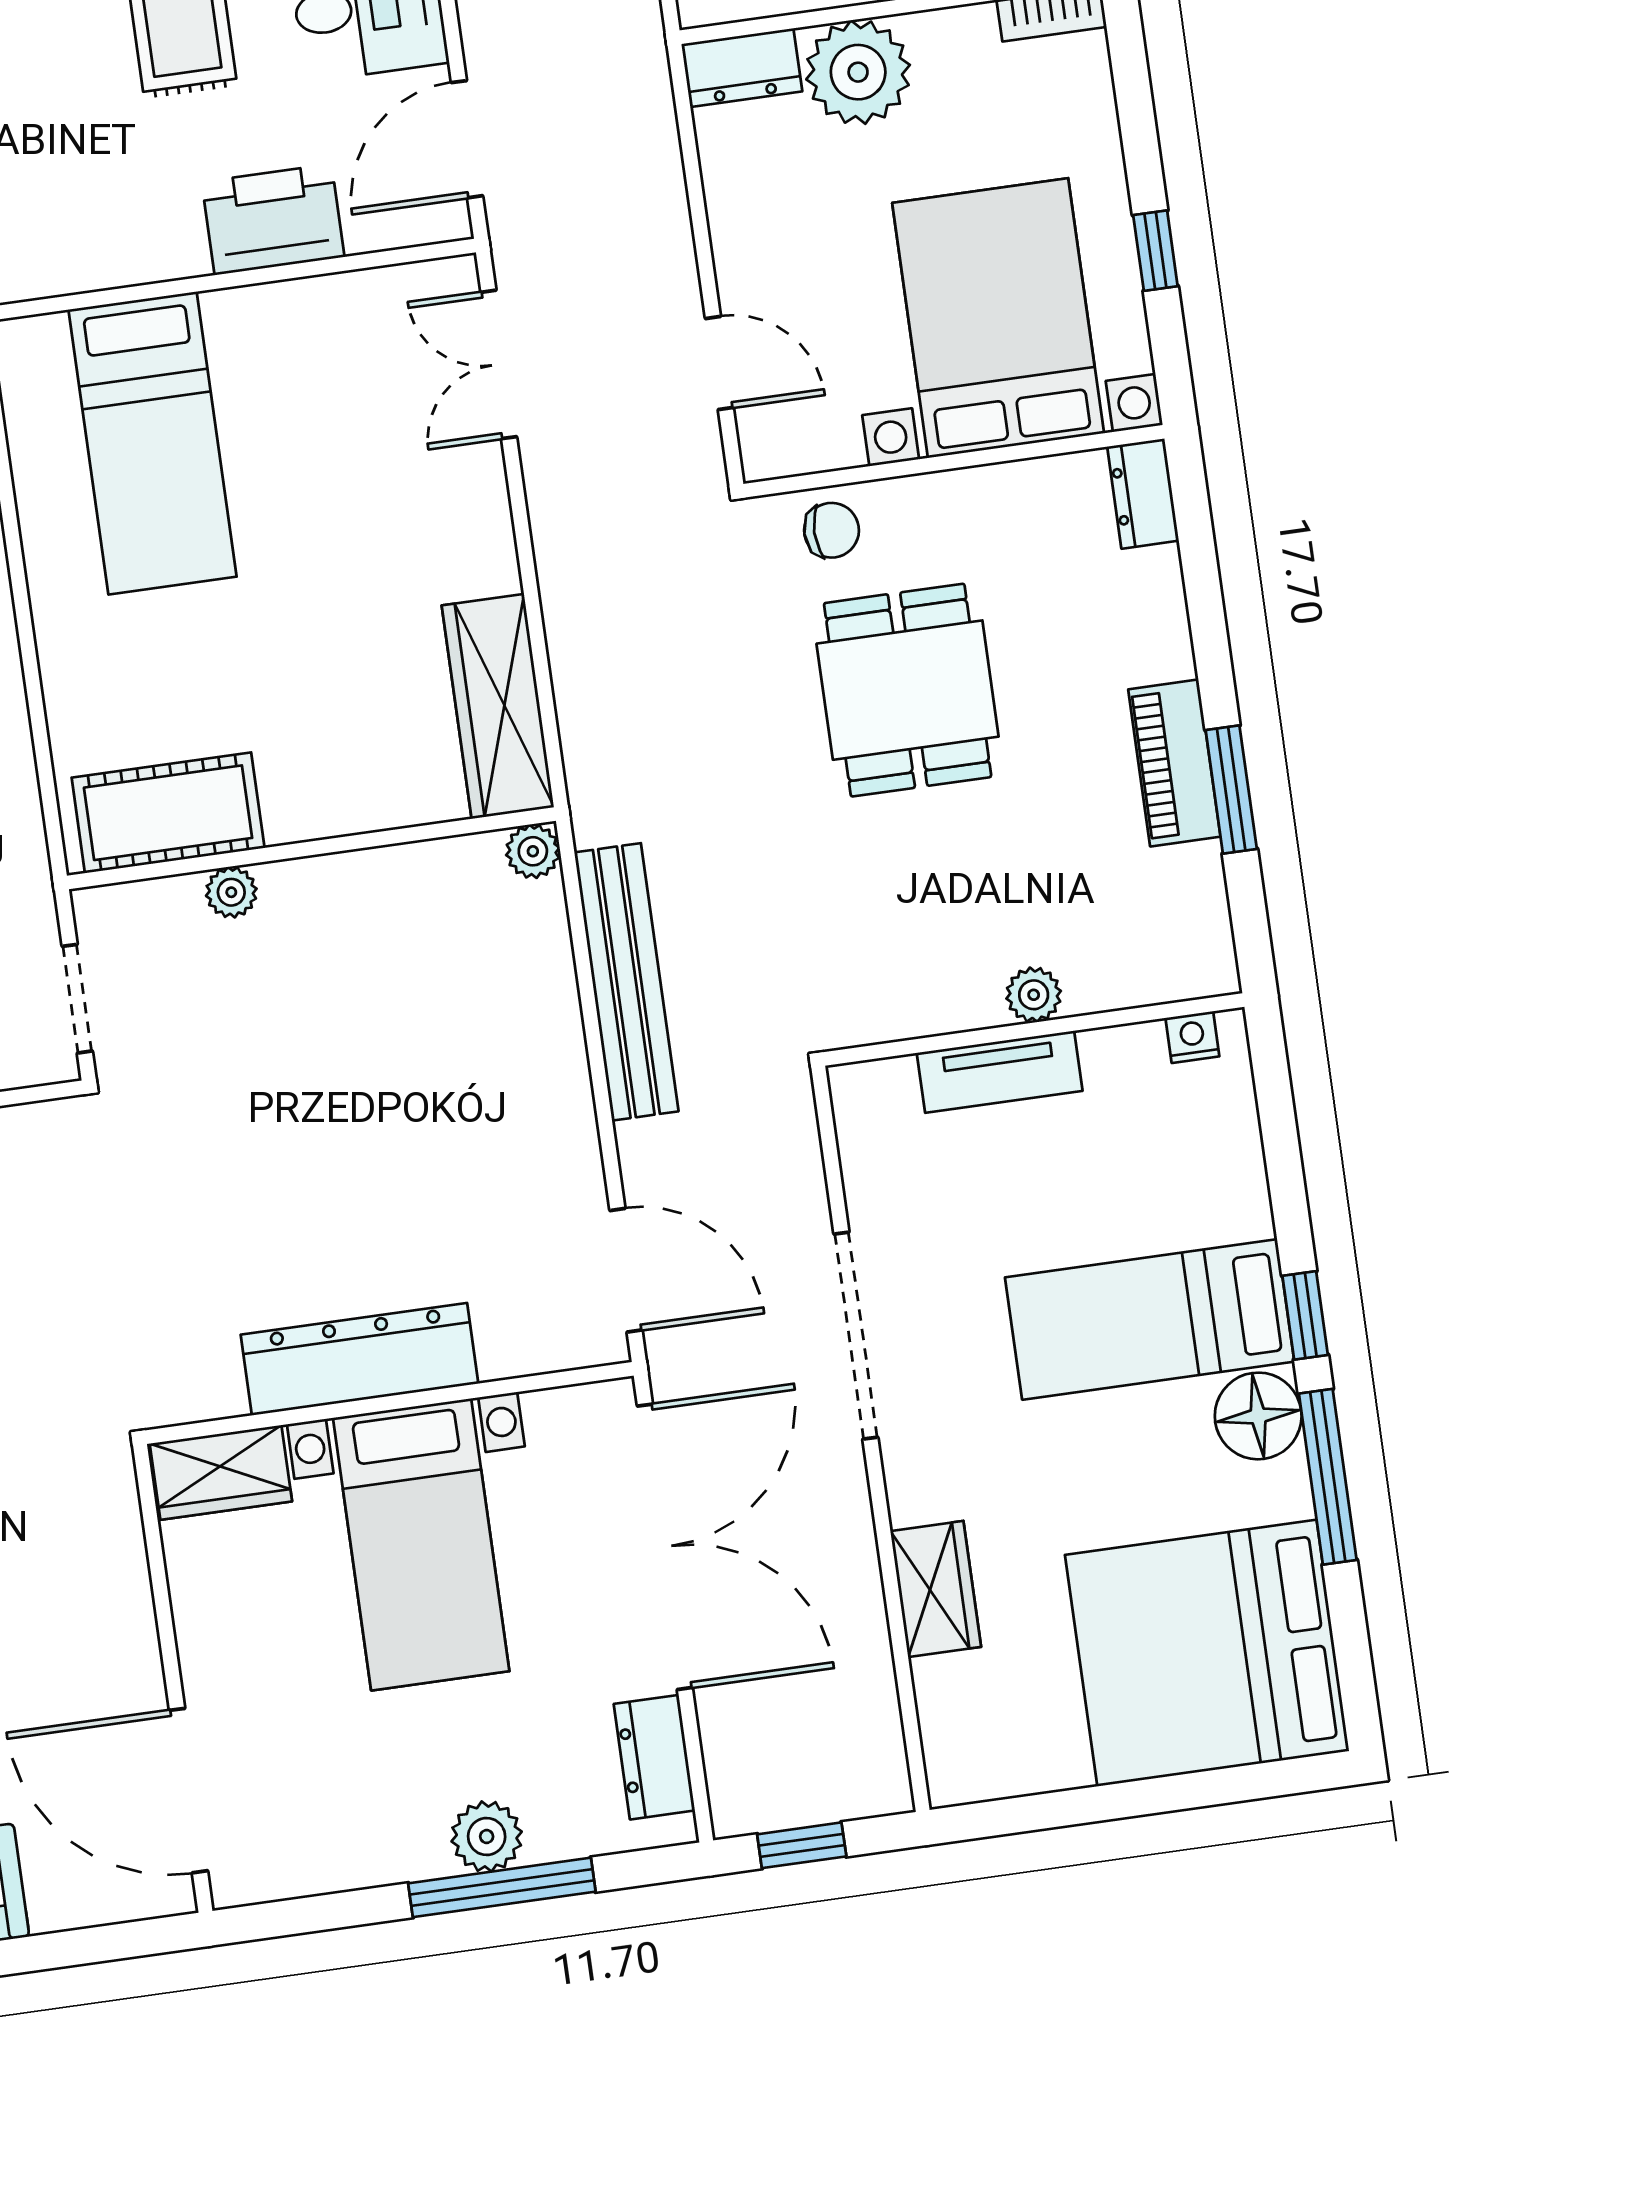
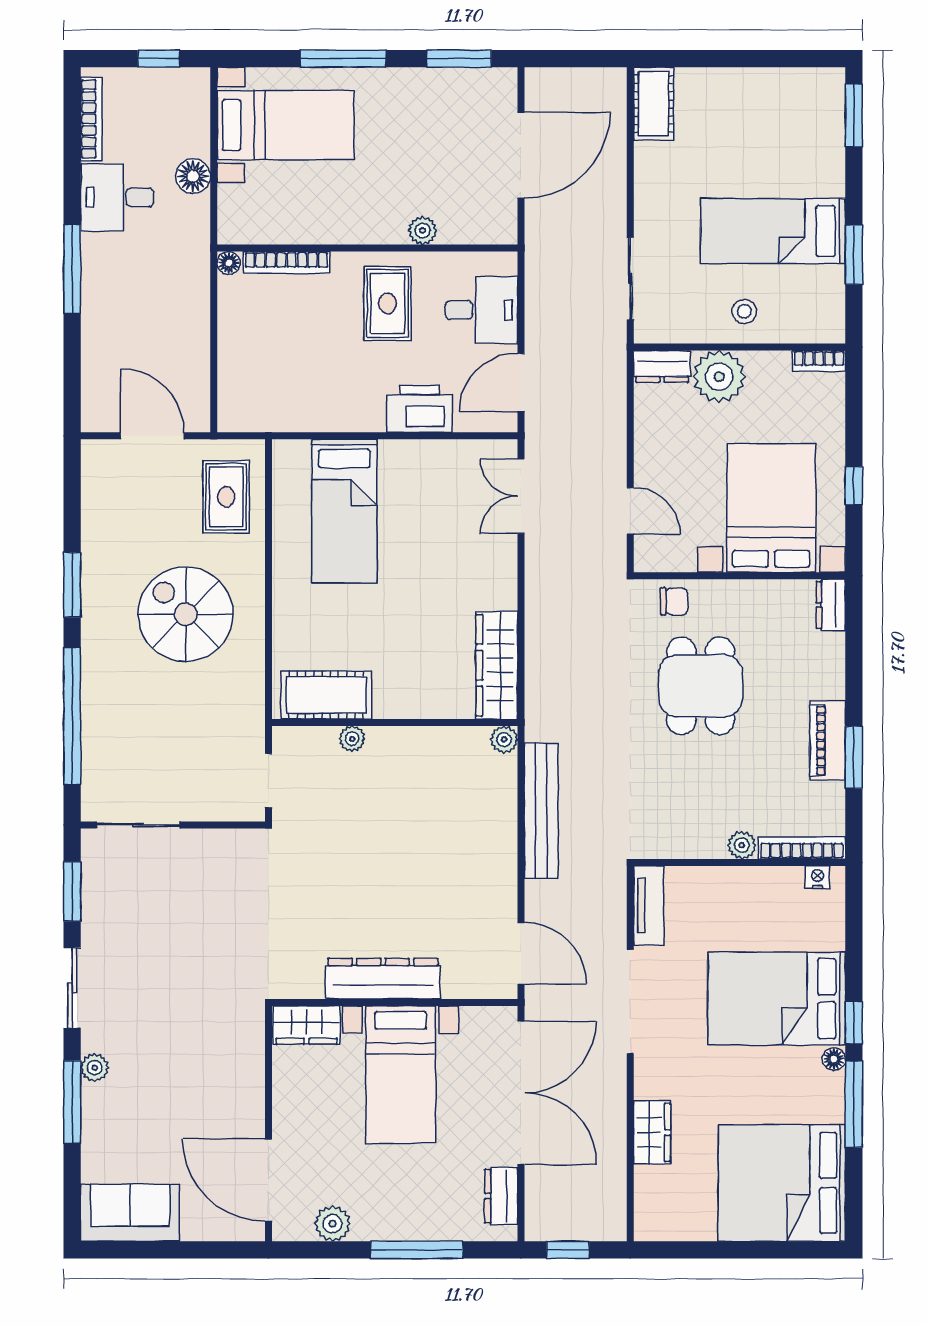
bookcase: (1153, 983) -> (802, 848), added
tv unit: (1000, 1072) -> (649, 906), moved, turned -90
bed: (1150, 1319) -> (777, 998), width x1.50
floor lamp: (1258, 1416) -> (834, 1059), width x0.53, depth x0.53
plant: (487, 1836) -> (333, 1224), moved

